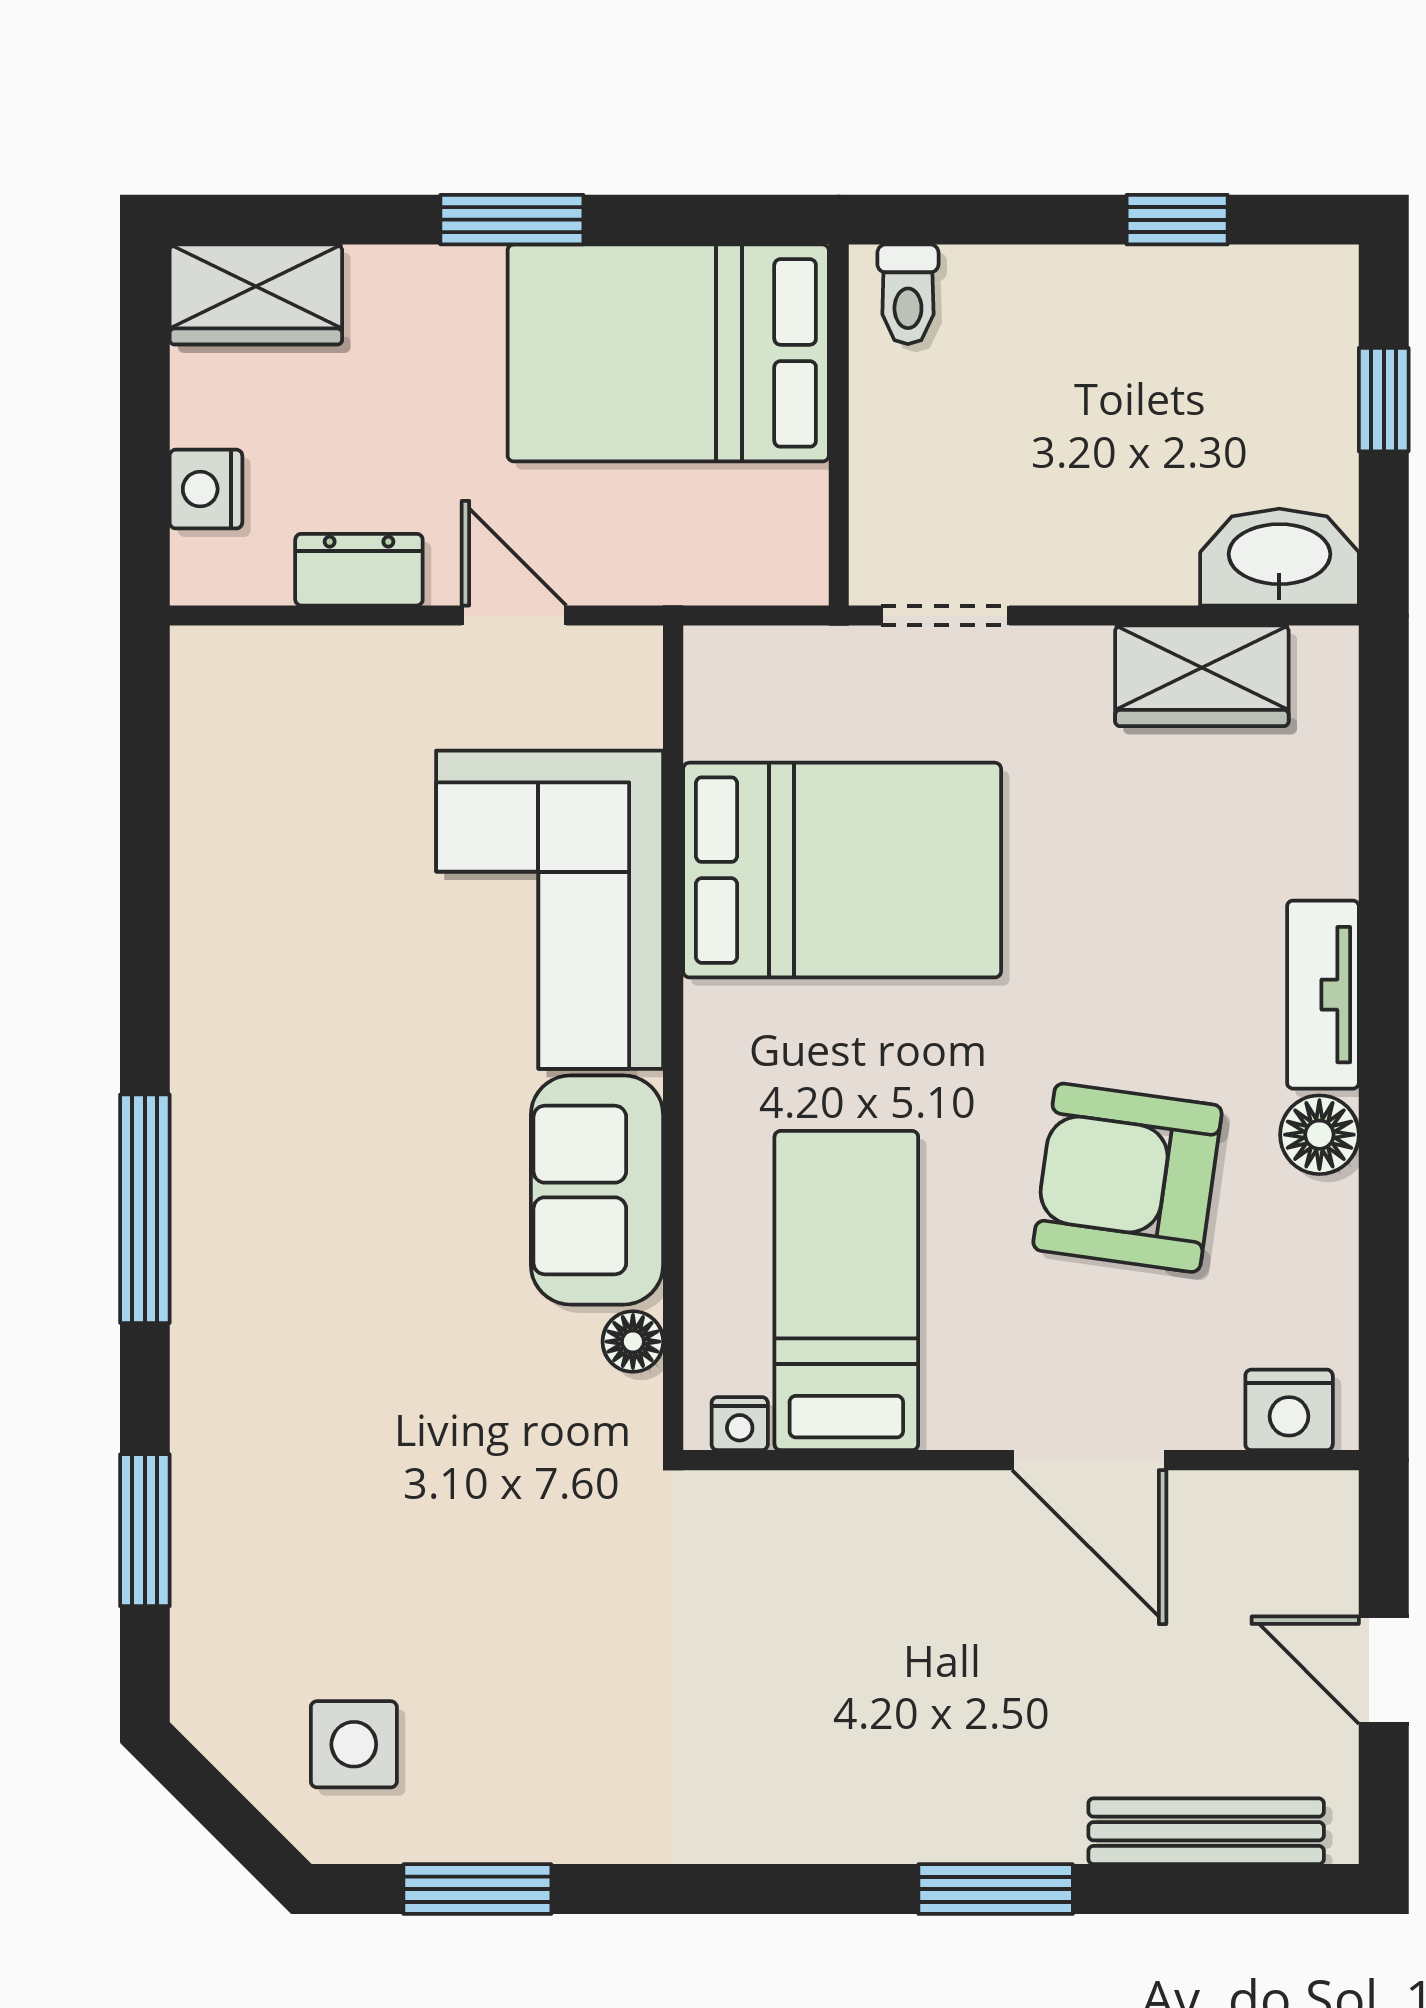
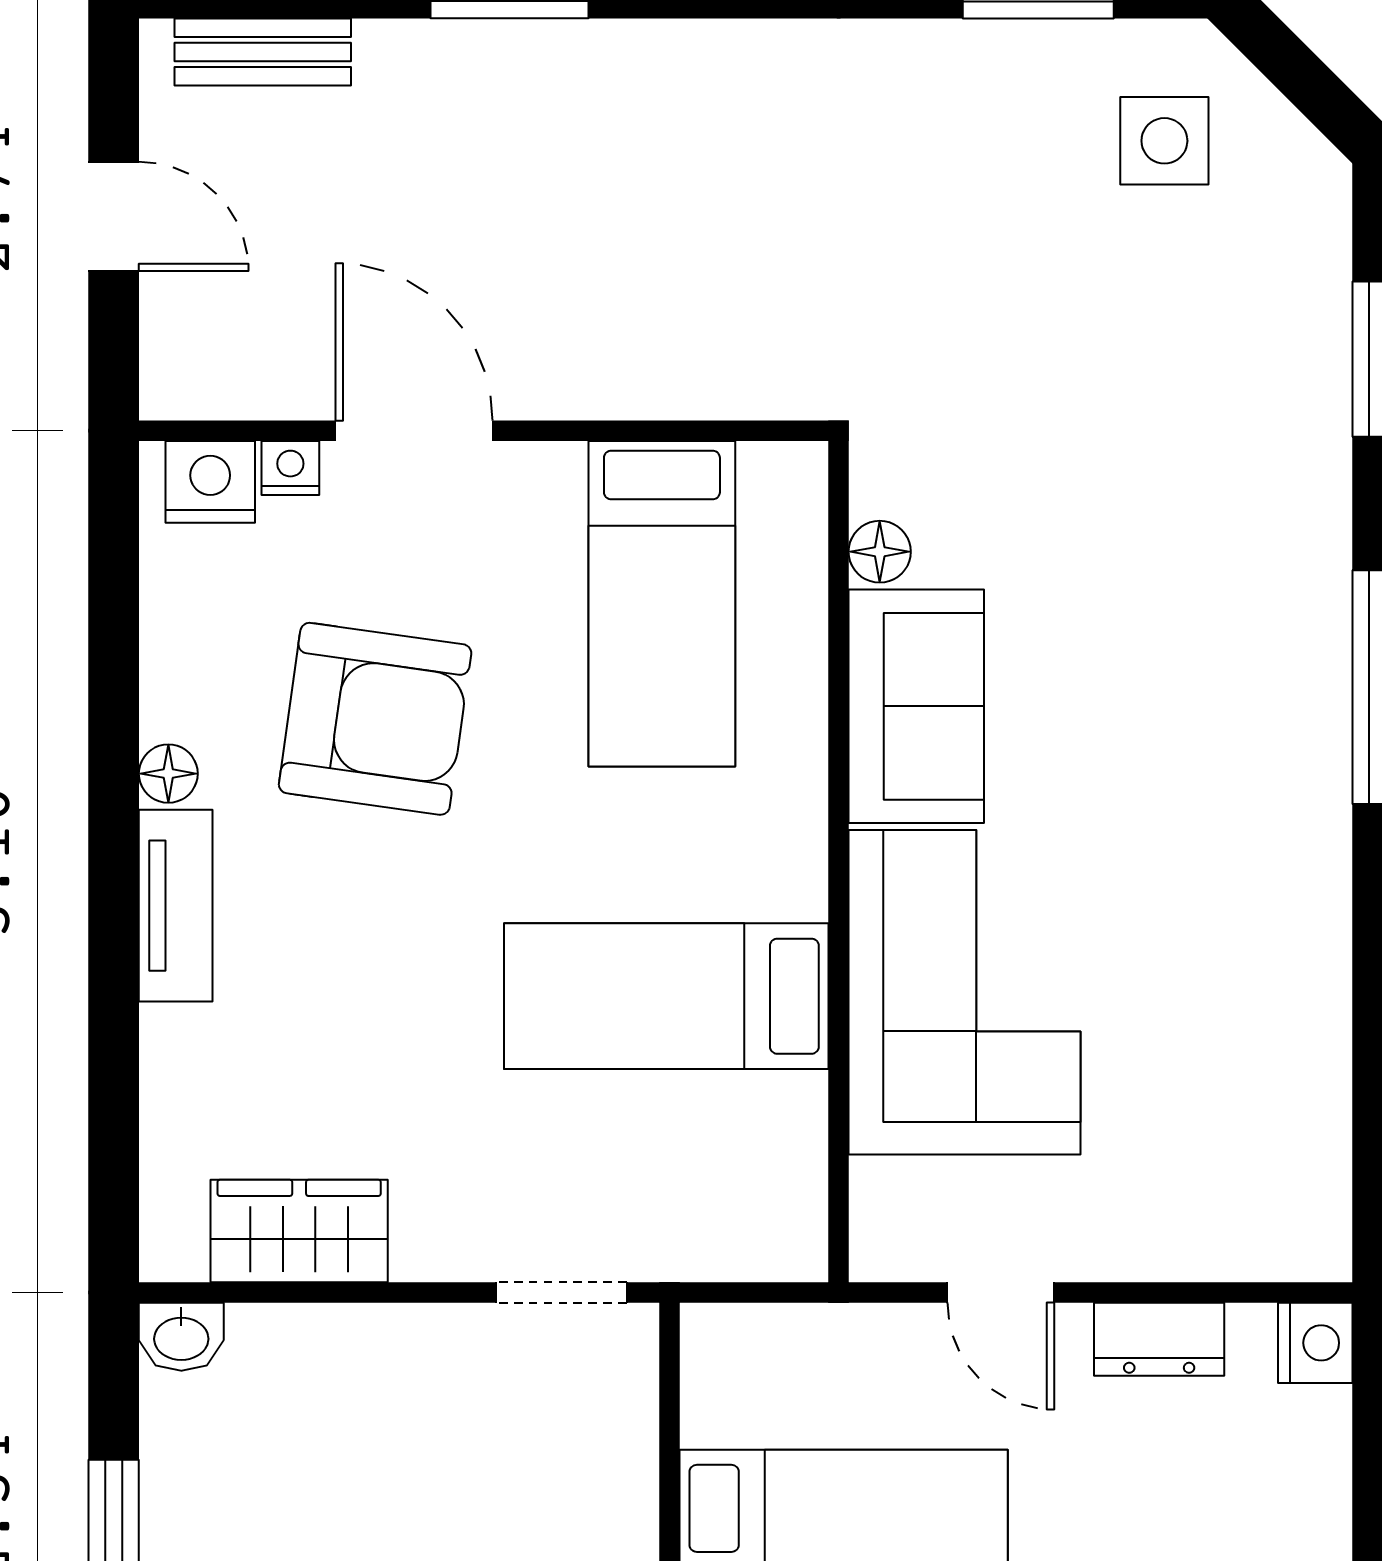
nightstand: (206, 489) -> (1315, 1343), moved
washbasin: (1279, 557) -> (181, 1337), width x0.52, depth x0.69
bed: (842, 870) -> (666, 996), width x0.67
floor lamp: (1319, 1135) -> (168, 774), width x0.73, depth x0.73
nightstand: (740, 1424) -> (290, 468), moved
bench: (1206, 1831) -> (263, 52), width x0.73

